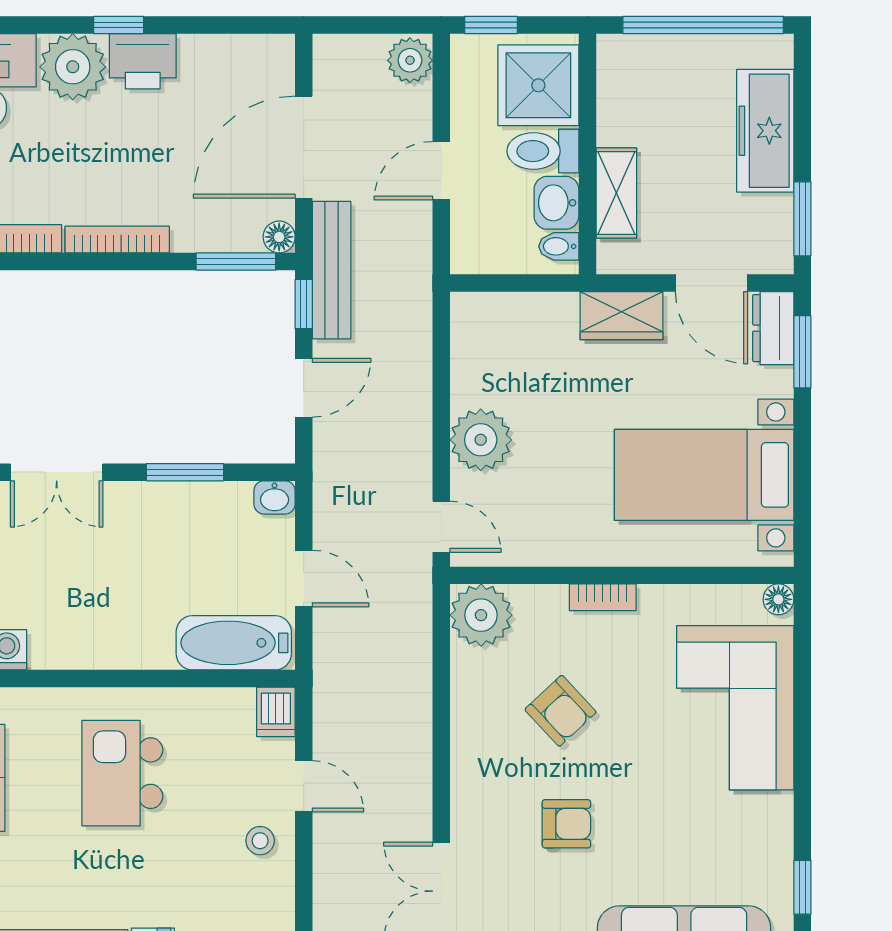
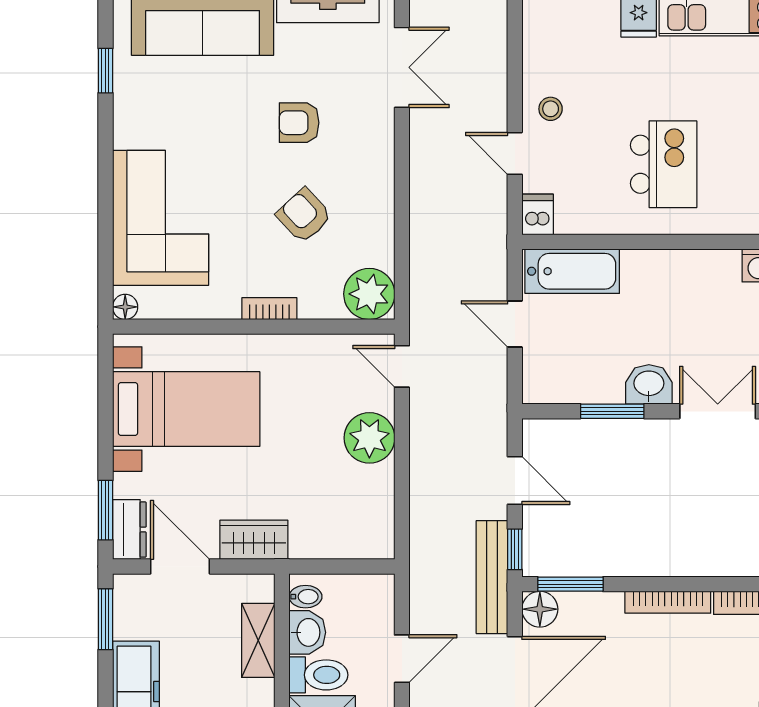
floor lamp: (279, 237) -> (540, 609), width x1.37, depth x1.37
door: (304, 388) -> (515, 481), swing flipped
washbasin: (275, 497) -> (649, 384), moved, width x1.38, depth x1.45

